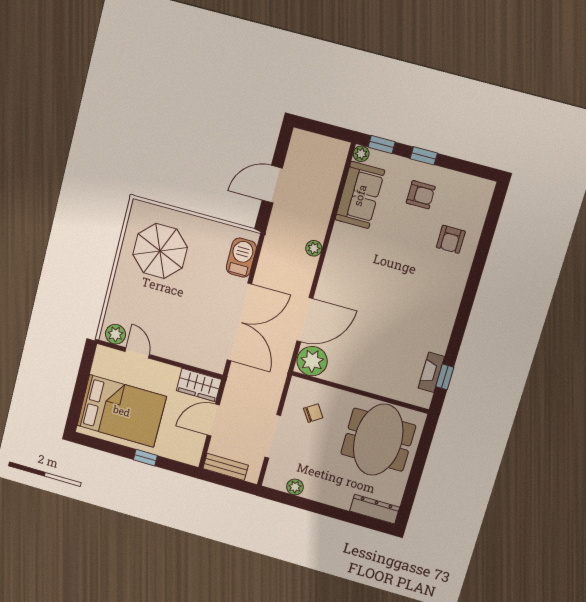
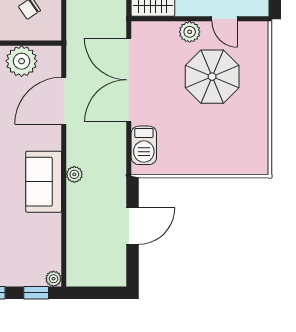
sofa: (360, 195) -> (44, 182), moved
parasol: (160, 251) -> (212, 77), moved
plant: (115, 334) -> (190, 32), moved
plant: (312, 361) -> (22, 61), moved

